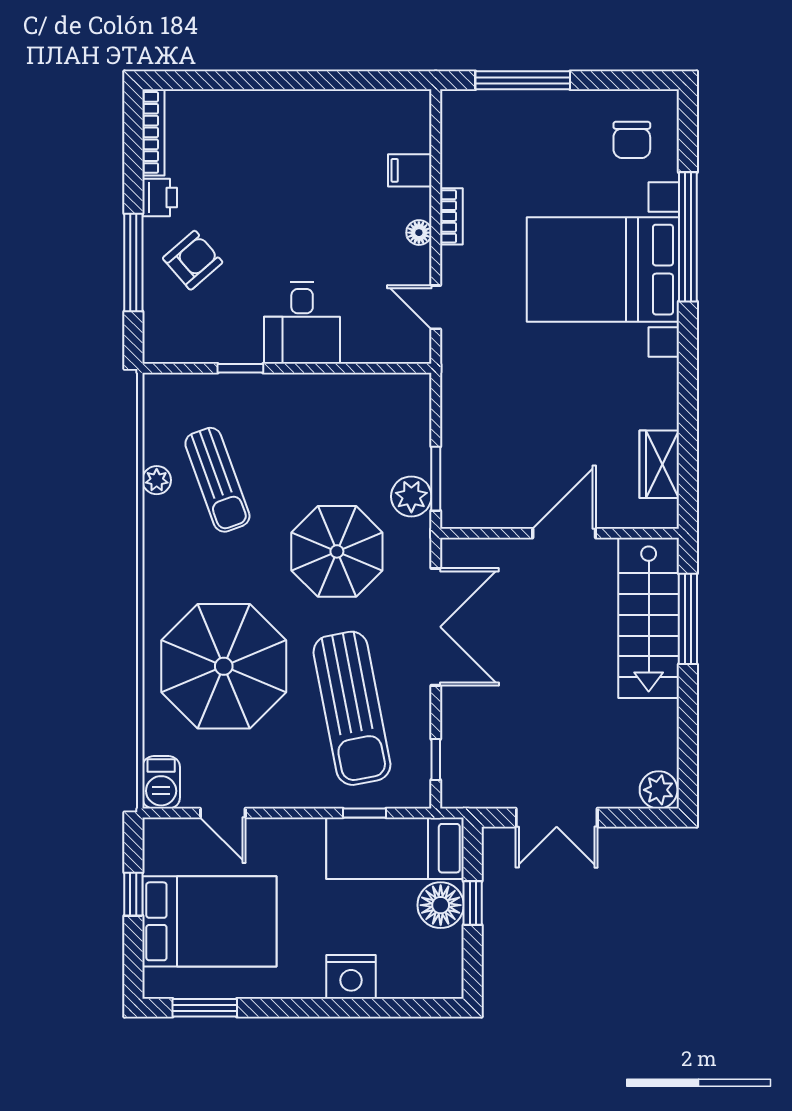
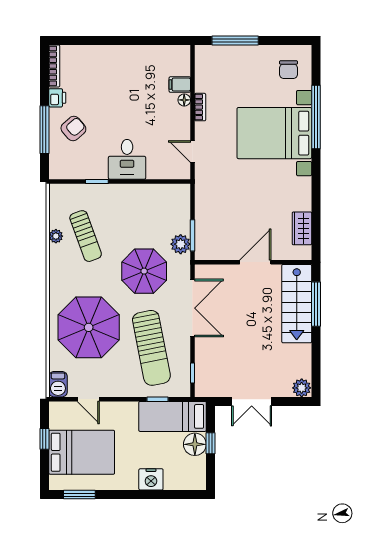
floor lamp: (419, 233) -> (184, 100), moved

